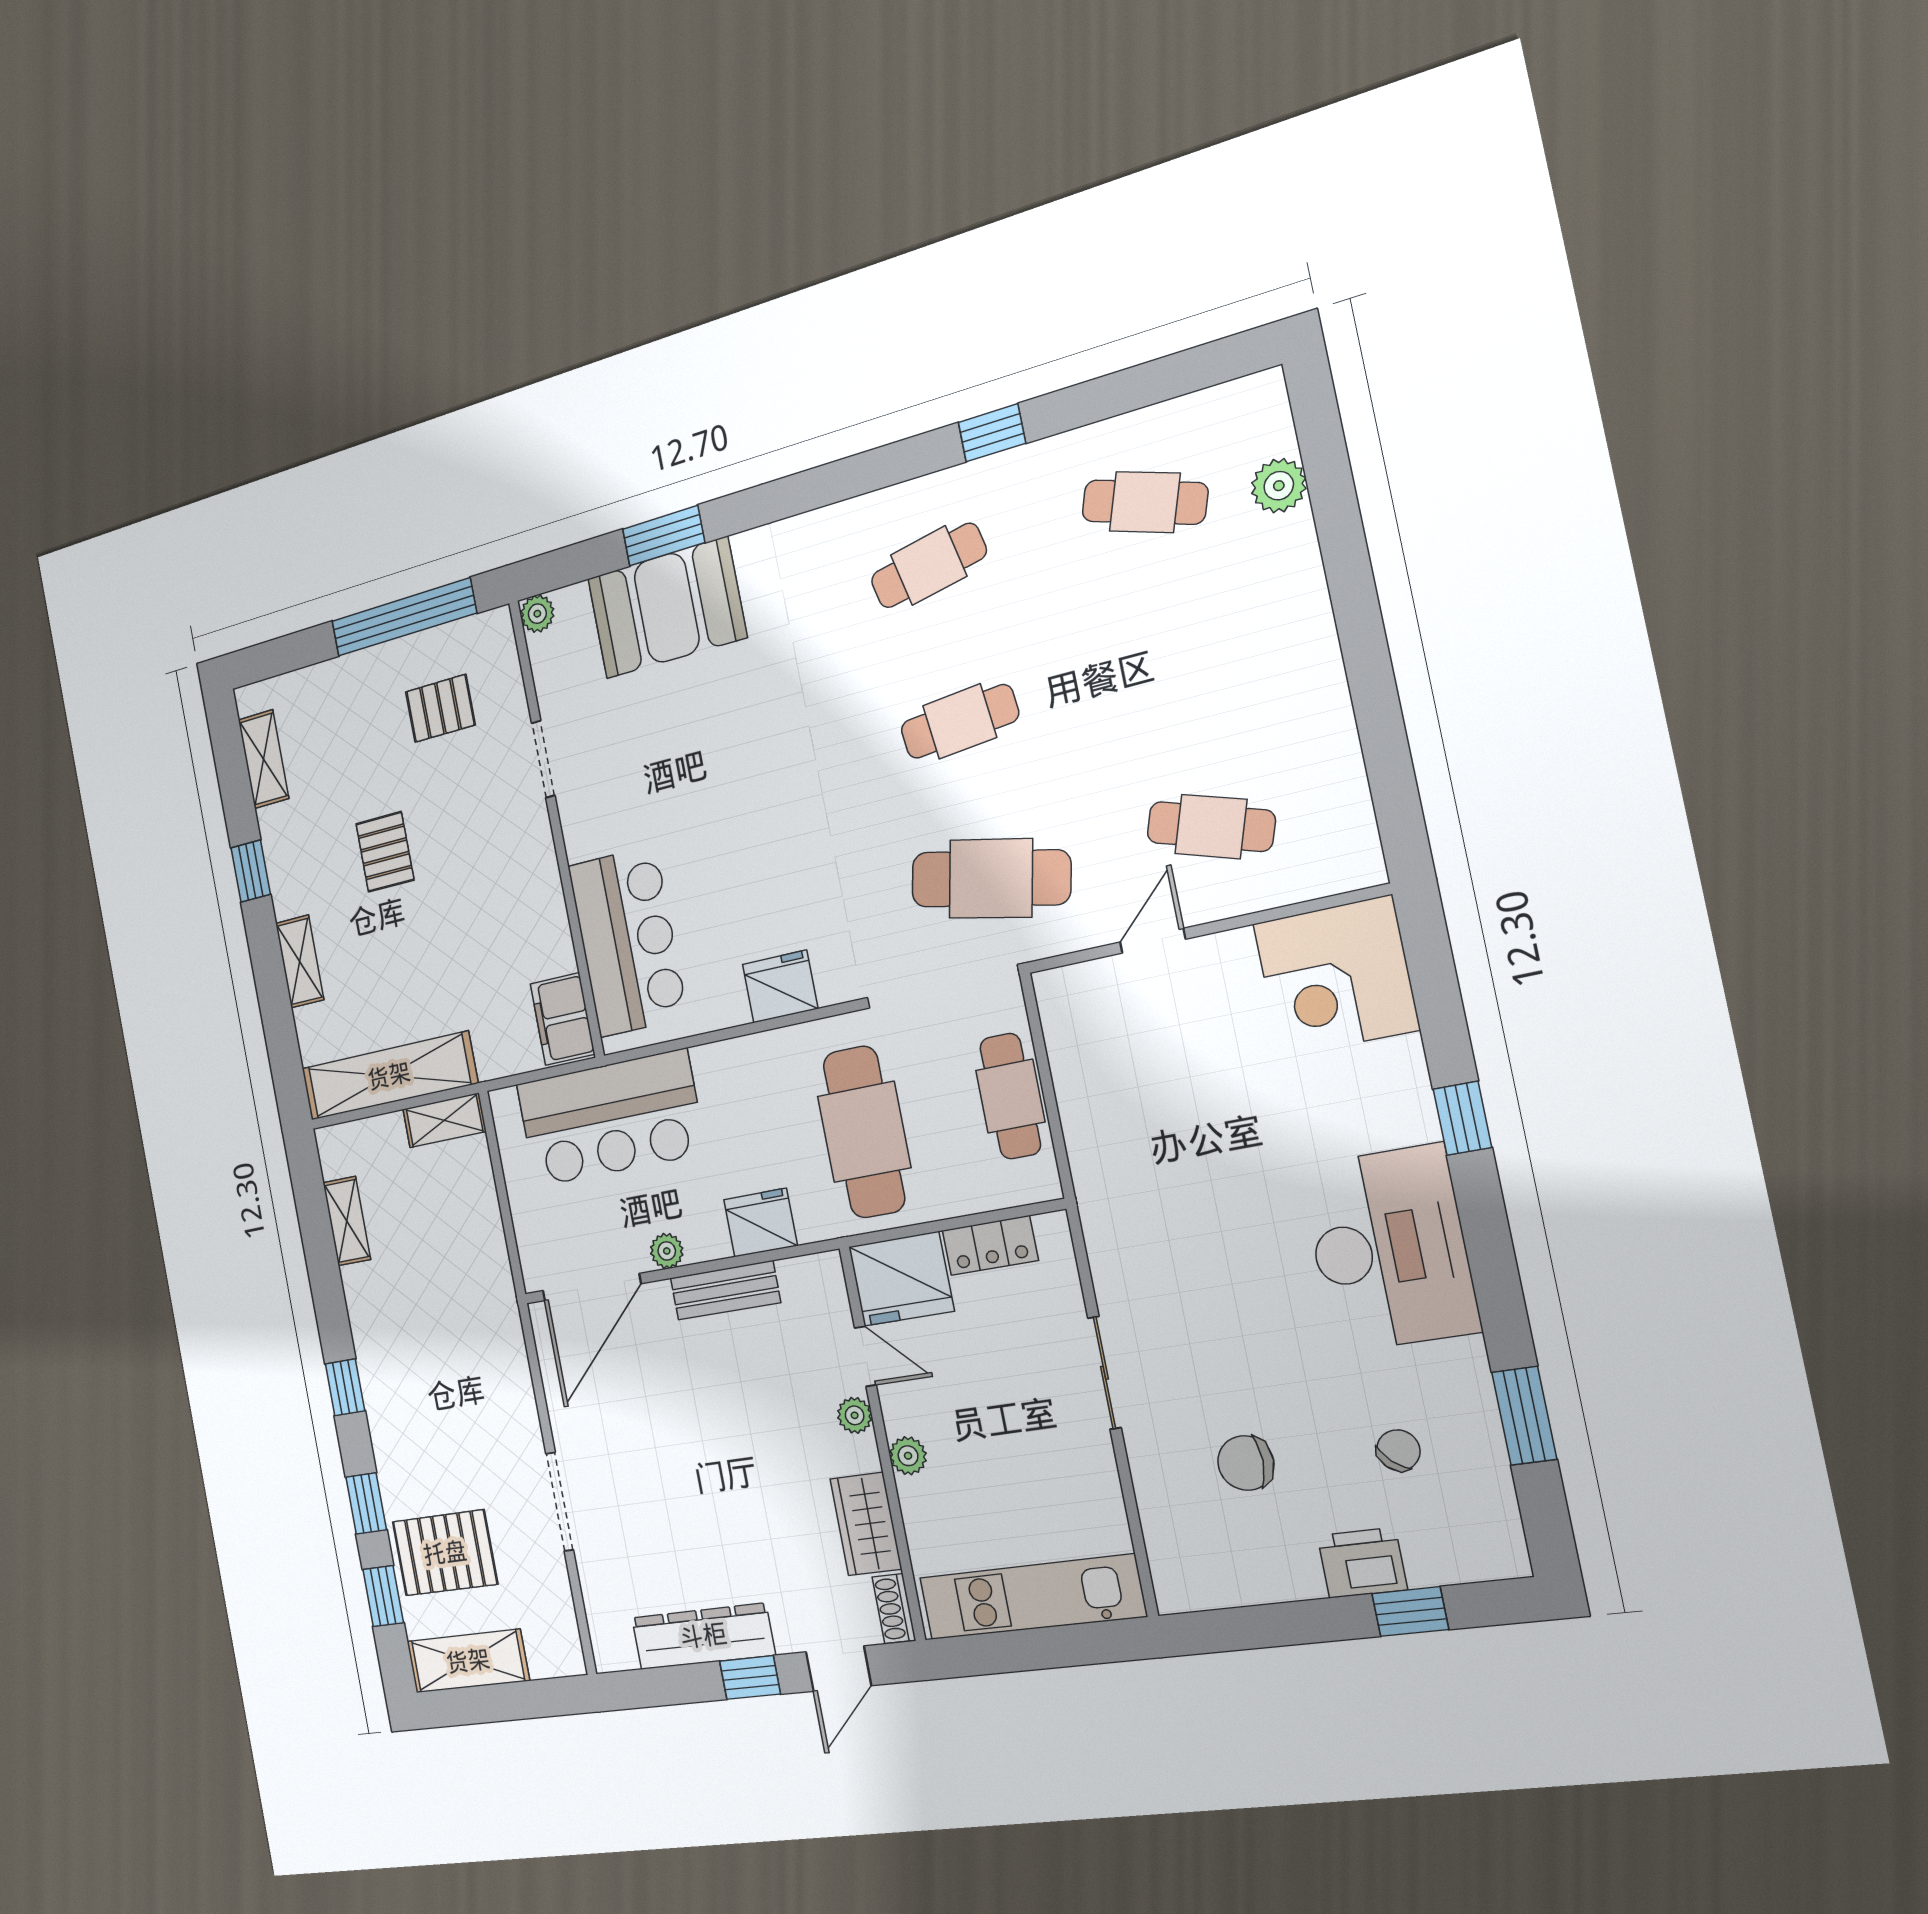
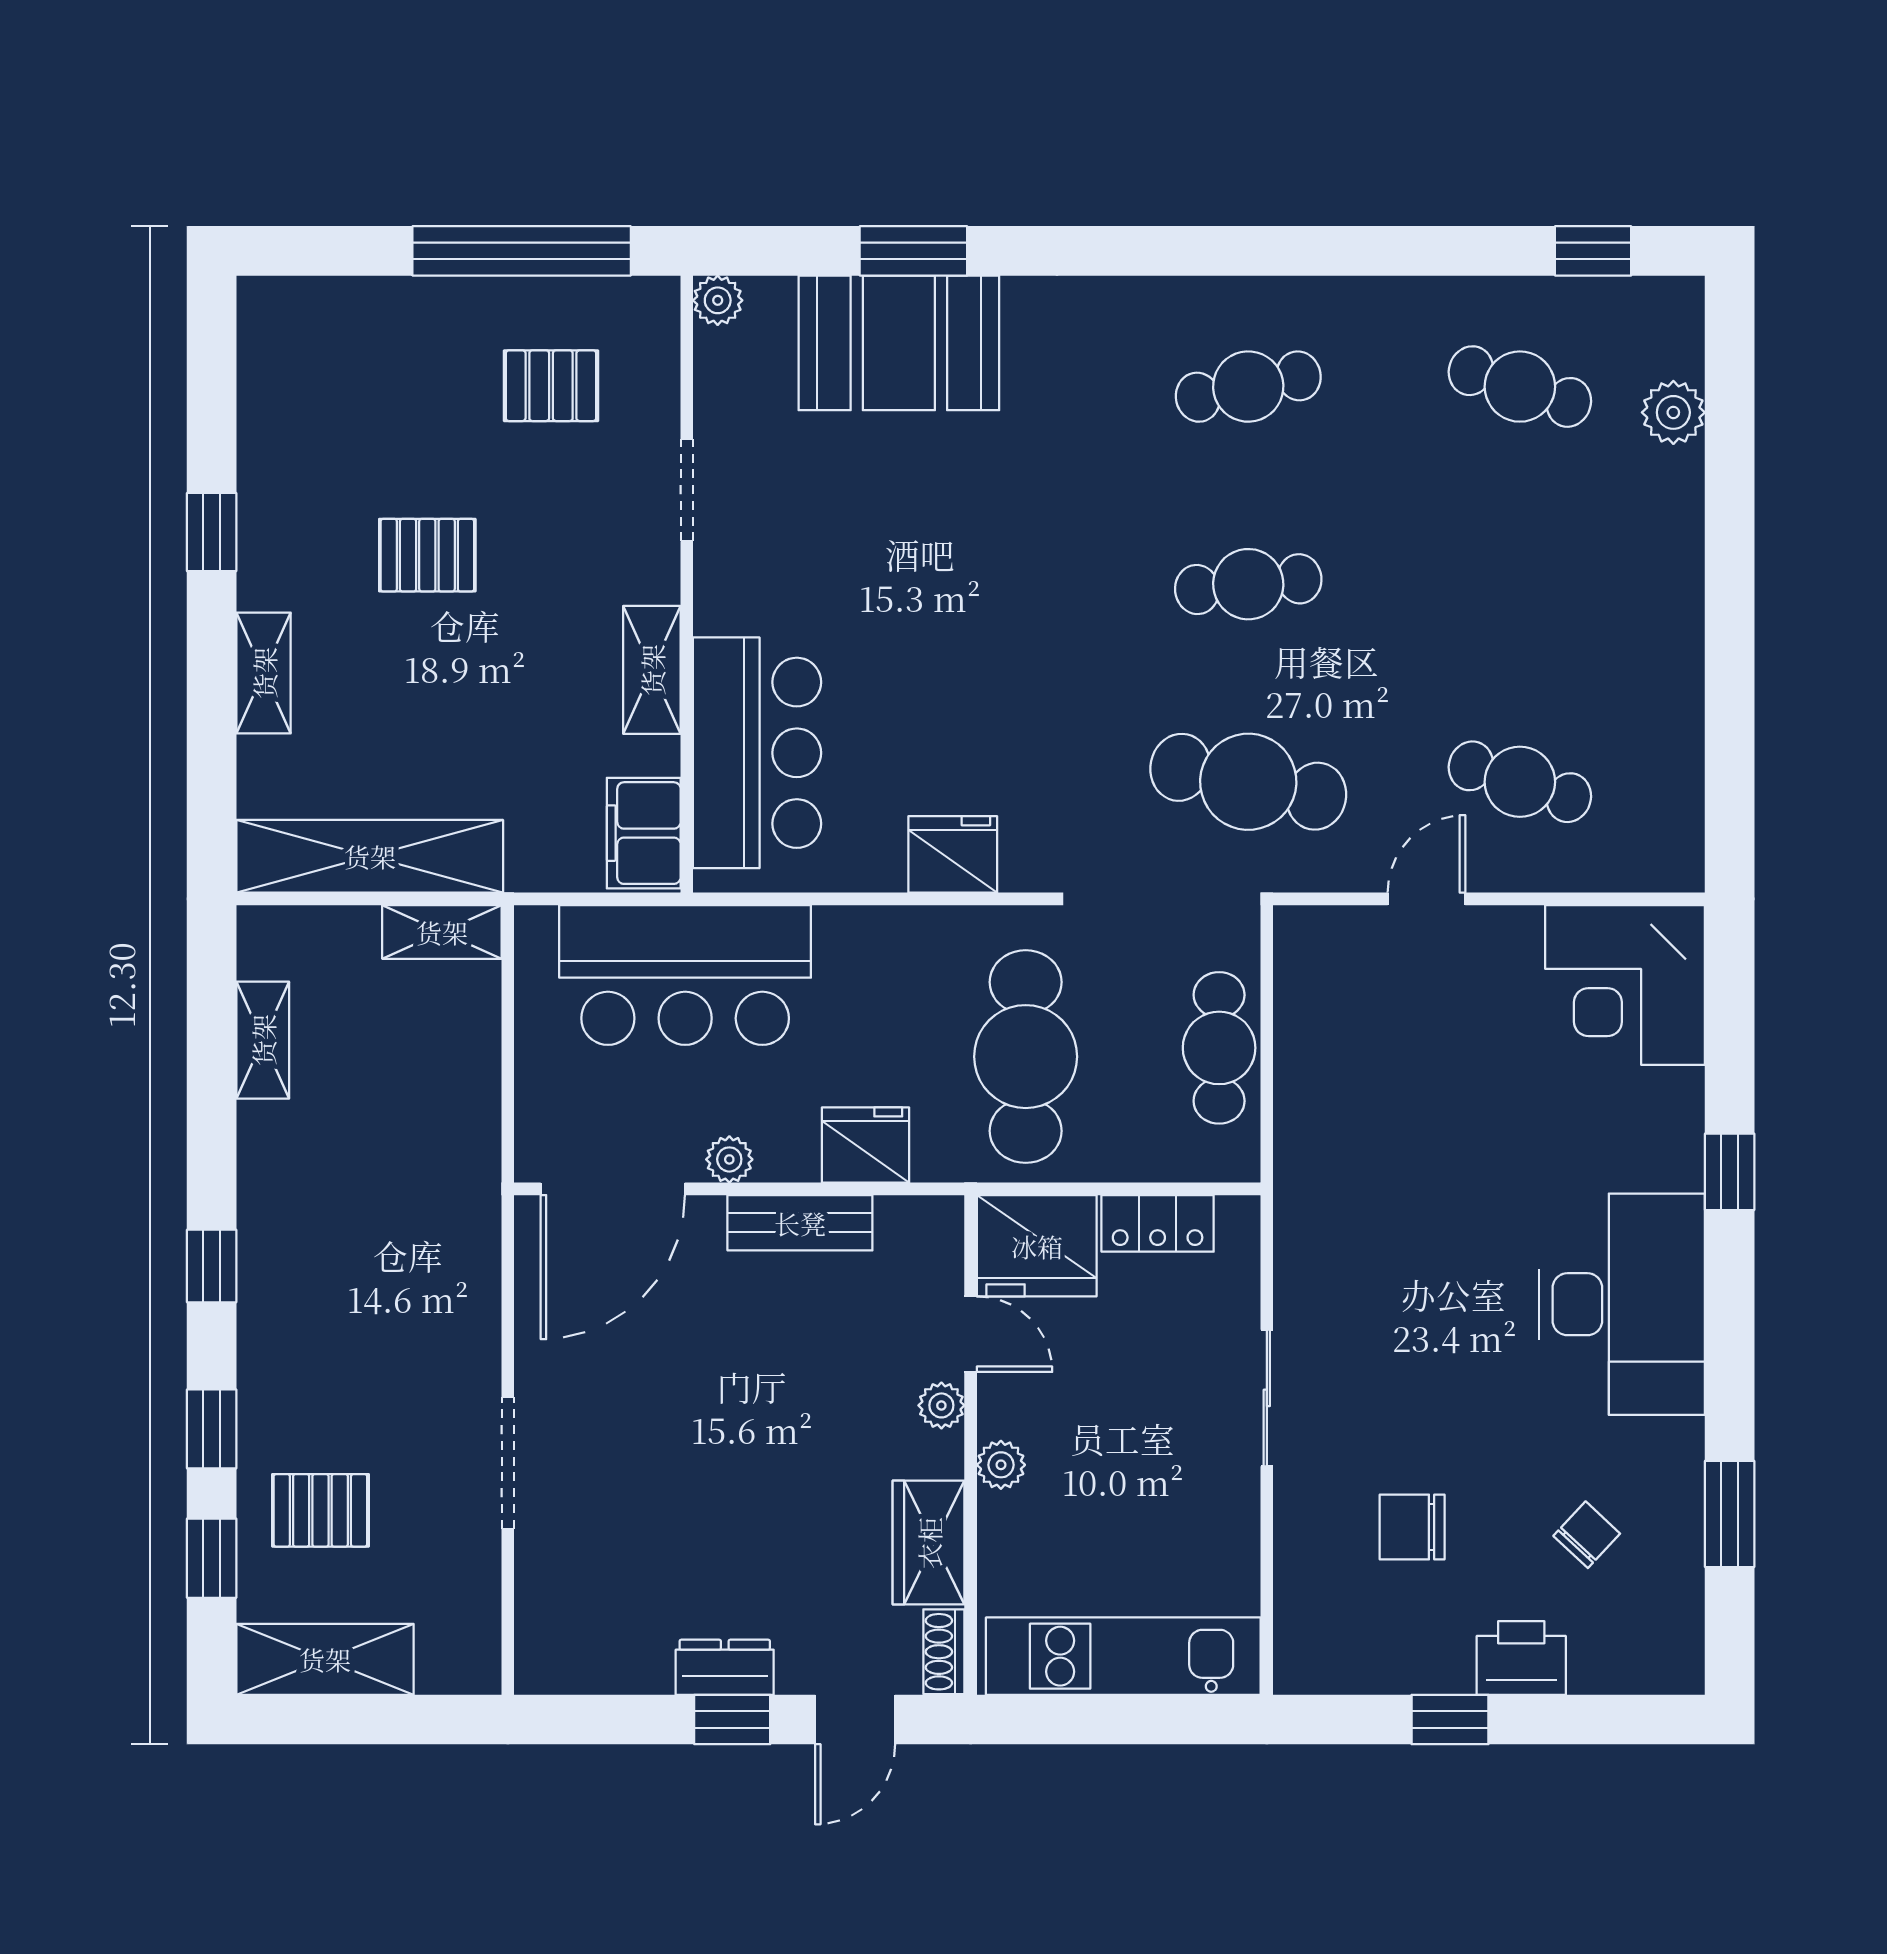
window: (992, 433) -> (1593, 251), moved
shelving: (264, 759) -> (652, 670), moved
pallet: (385, 852) -> (427, 555), turned 90
pallet: (445, 1553) -> (320, 1510), width x0.67, depth x0.71
window: (1410, 1612) -> (1450, 1720), moved
dresser: (703, 1636) -> (725, 1667), width x0.51, depth x0.80

